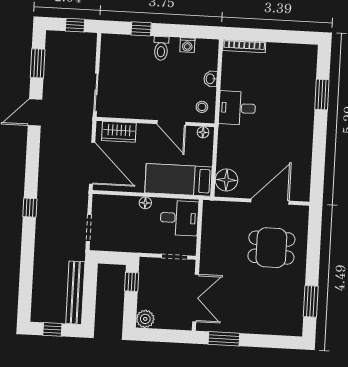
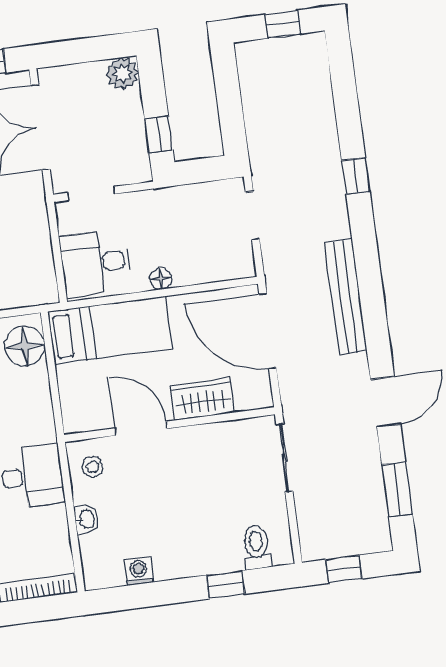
toilet: (161, 48) -> (257, 547), moved
wardrobe: (119, 132) -> (203, 399), moved
floor lamp: (203, 132) -> (82, 422), removed
window: (30, 208) -> (356, 176), moved
bench: (75, 293) -> (346, 297), moved

